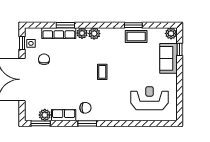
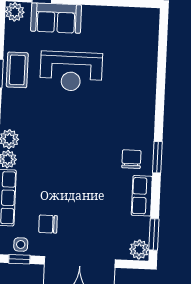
coffee table: (102, 72) -> (73, 129), removed
reception desk: (149, 98) -> (71, 71), moved, turned -90
plant: (45, 115) -> (139, 249), moved

